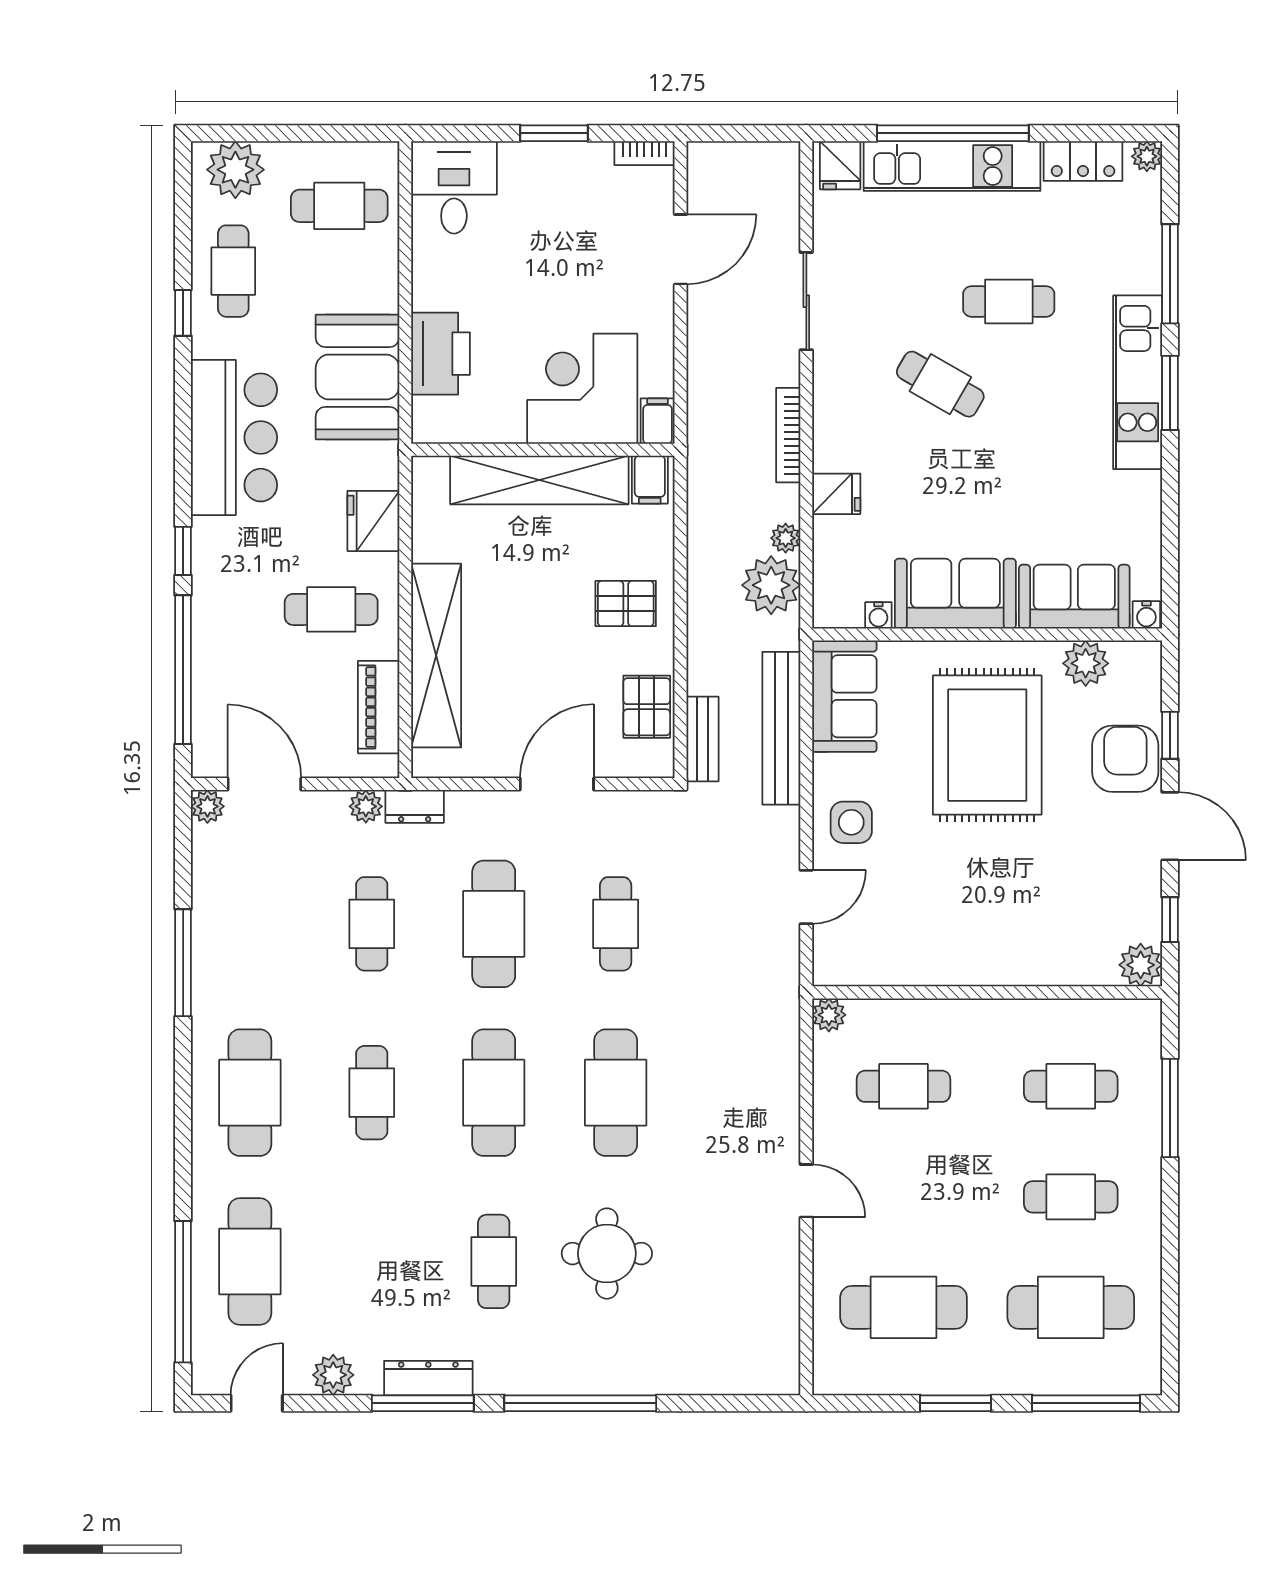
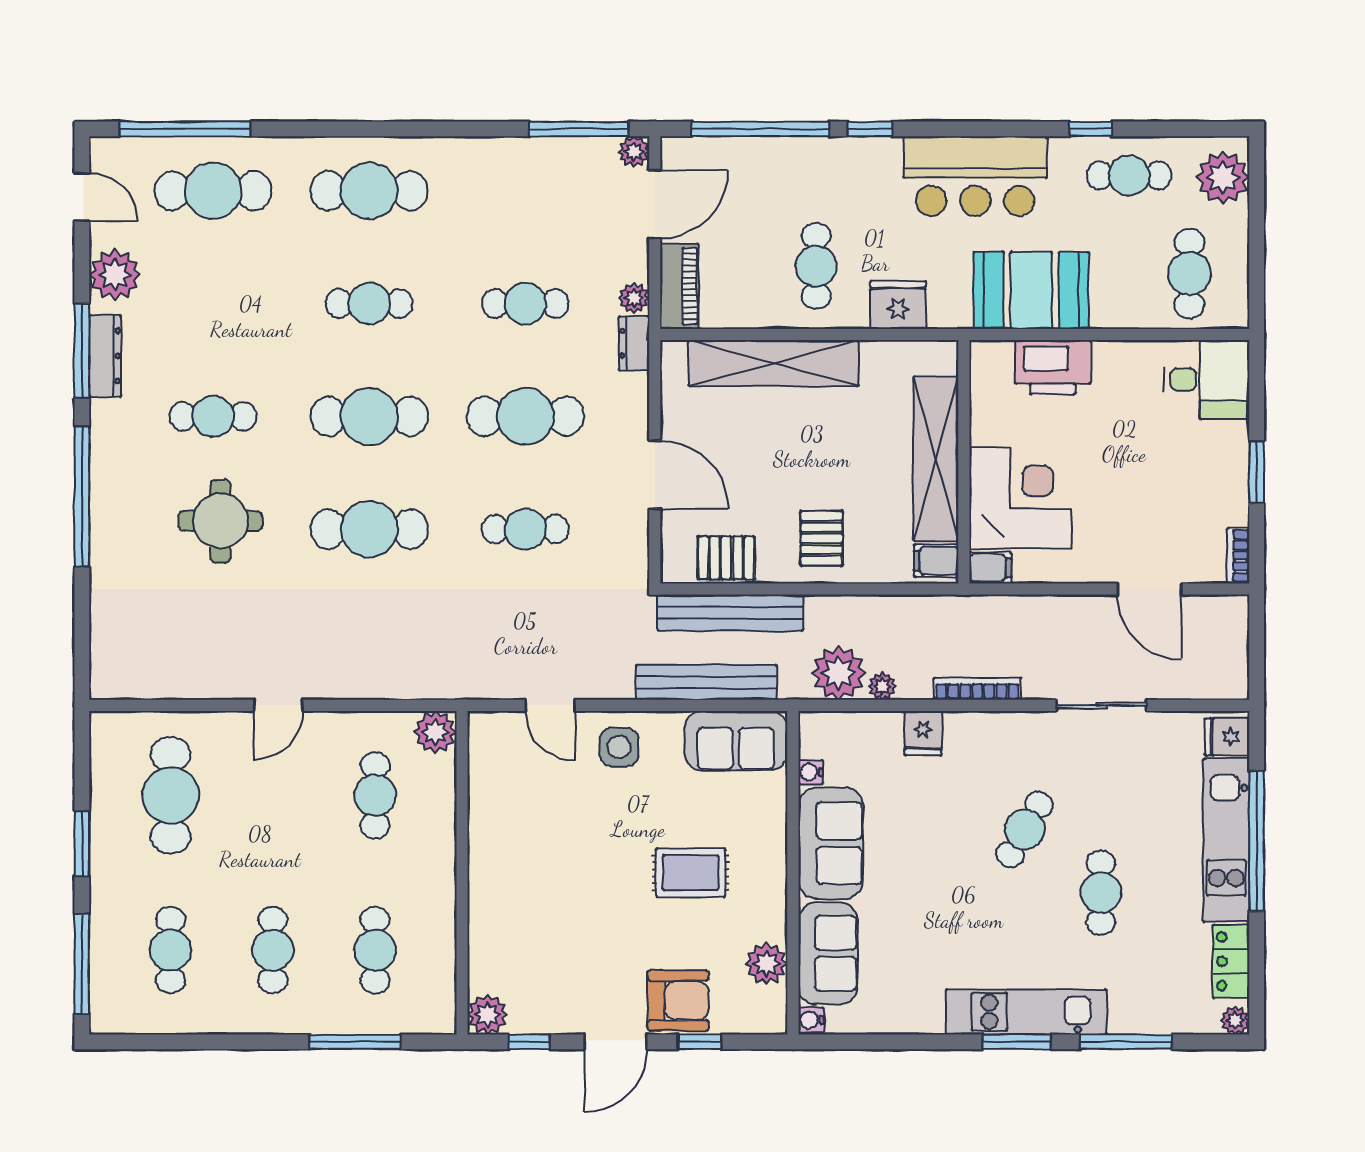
piano: (379, 707) -> (679, 286), moved, turned 90
bench: (702, 739) -> (730, 613), width x1.86, depth x1.21
rug: (987, 745) -> (691, 873), width x0.54, depth x0.49
window: (183, 963) -> (579, 129), moved
plant: (829, 1015) -> (435, 732), width x1.38, depth x1.38
cafe table: (1071, 1307) -> (171, 950), width x0.73, depth x0.74
plant: (333, 1375) -> (115, 275), width x1.36, depth x1.36

